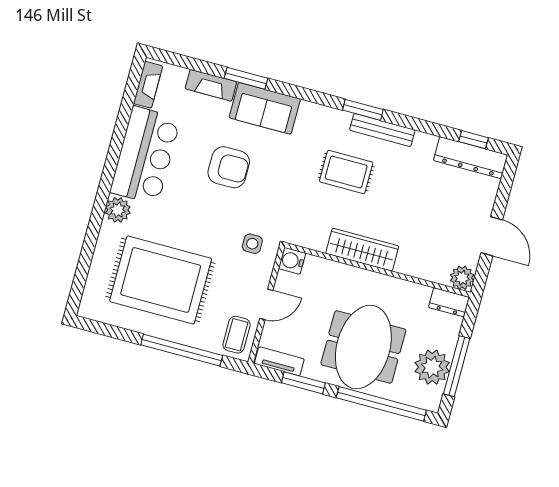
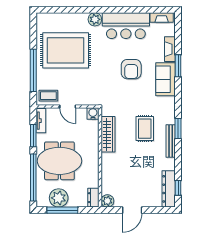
side table: (252, 244) -> (96, 91), removed
wardrobe: (362, 250) -> (108, 134), moved
rug: (161, 280) -> (66, 50), turned 90

